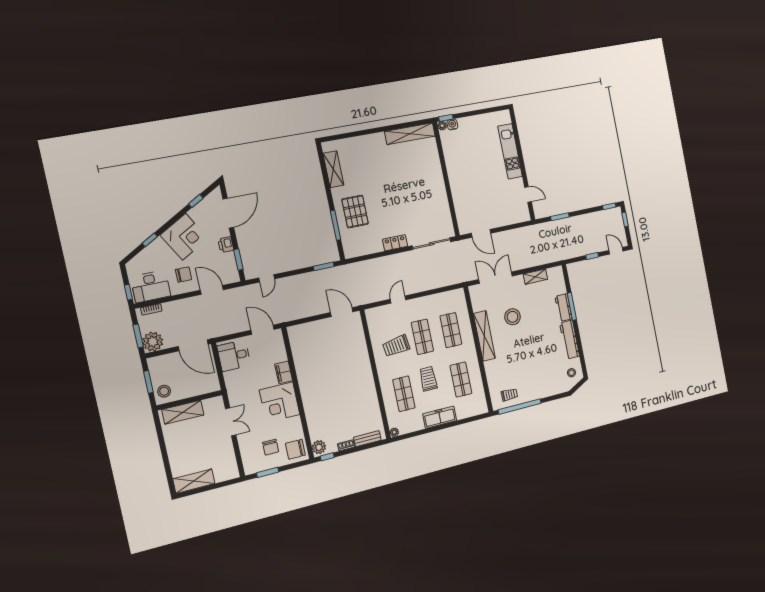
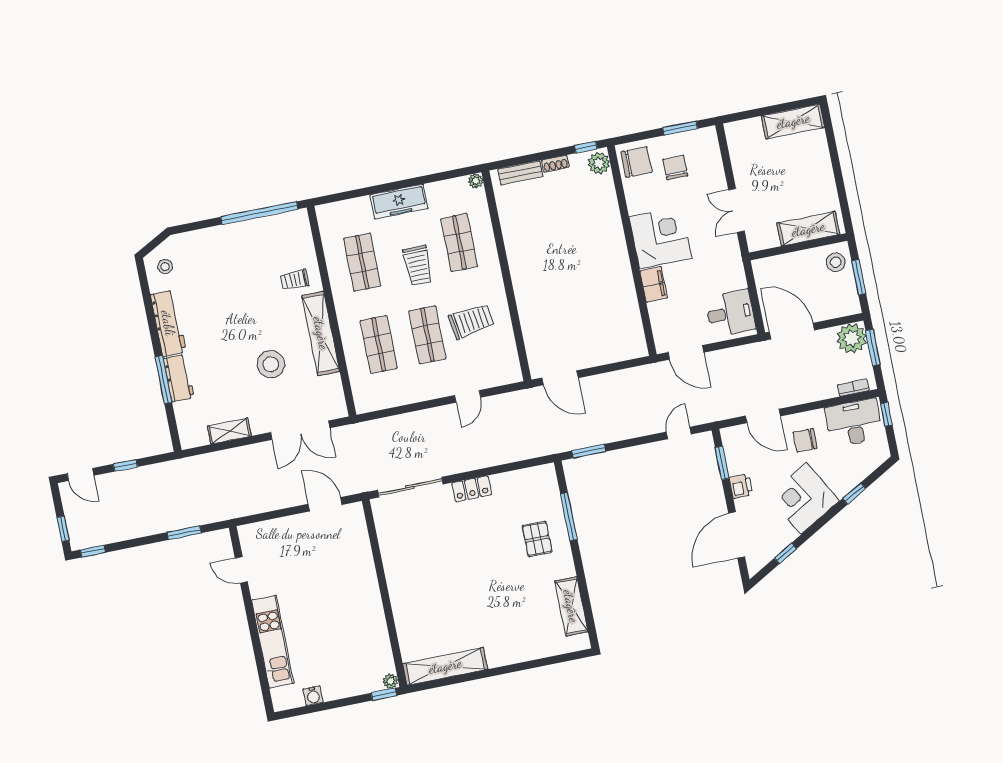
water cooler: (452, 124) -> (313, 696), moved
pallet: (355, 212) -> (537, 539), width x0.67, depth x0.71
trolley: (509, 395) -> (295, 280), moved

